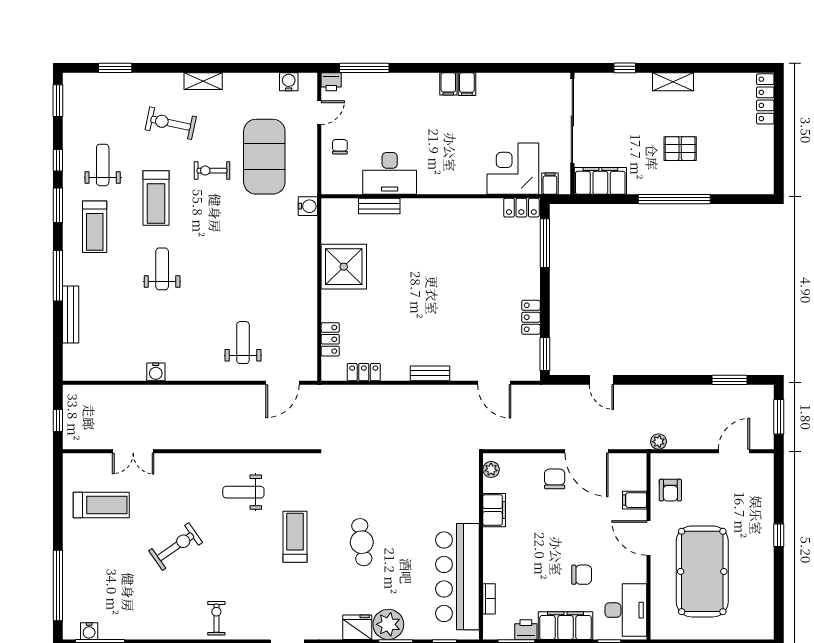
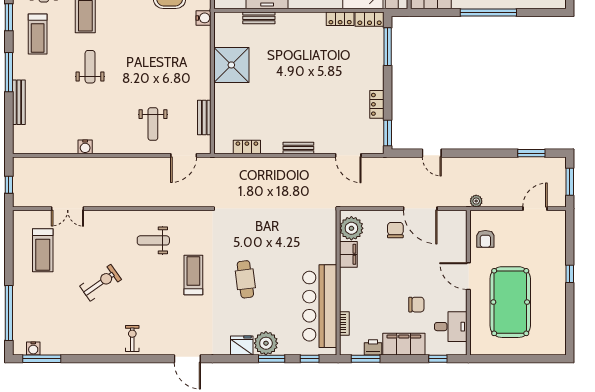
bench: (309, 334) -> (204, 118), added
locker: (330, 339) -> (340, 19), moved, turned 90
weight bench: (243, 343) -> (153, 124), turned 180
plant: (491, 469) -> (351, 228), width x1.88, depth x1.88
filing cabinet: (635, 500) -> (458, 247), removed
treadmill: (101, 505) -> (43, 250), turned 90
desk: (626, 610) -> (451, 327), width x0.73

